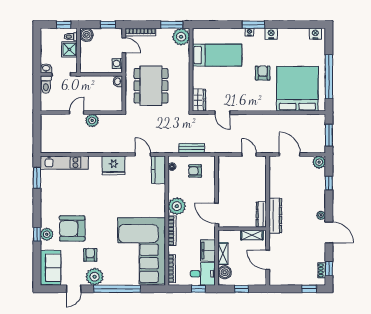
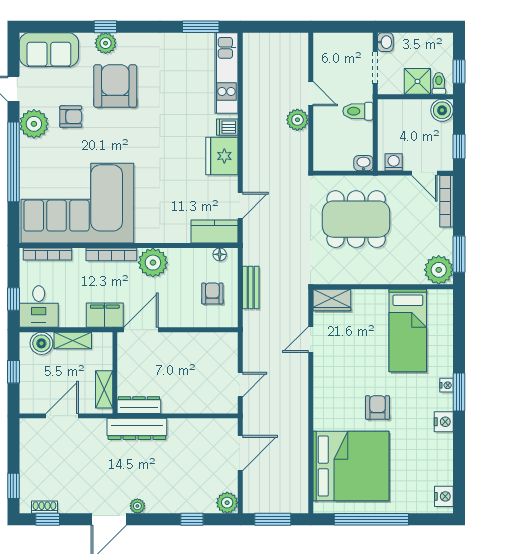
door: (124, 45) -> (424, 173), hinge flipped
armchair: (263, 73) -> (377, 407), turned -90
toilet: (46, 85) -> (358, 111), moved
dishwasher: (97, 162) -> (227, 127), added
filing cabinet: (208, 251) -> (105, 315), moved

